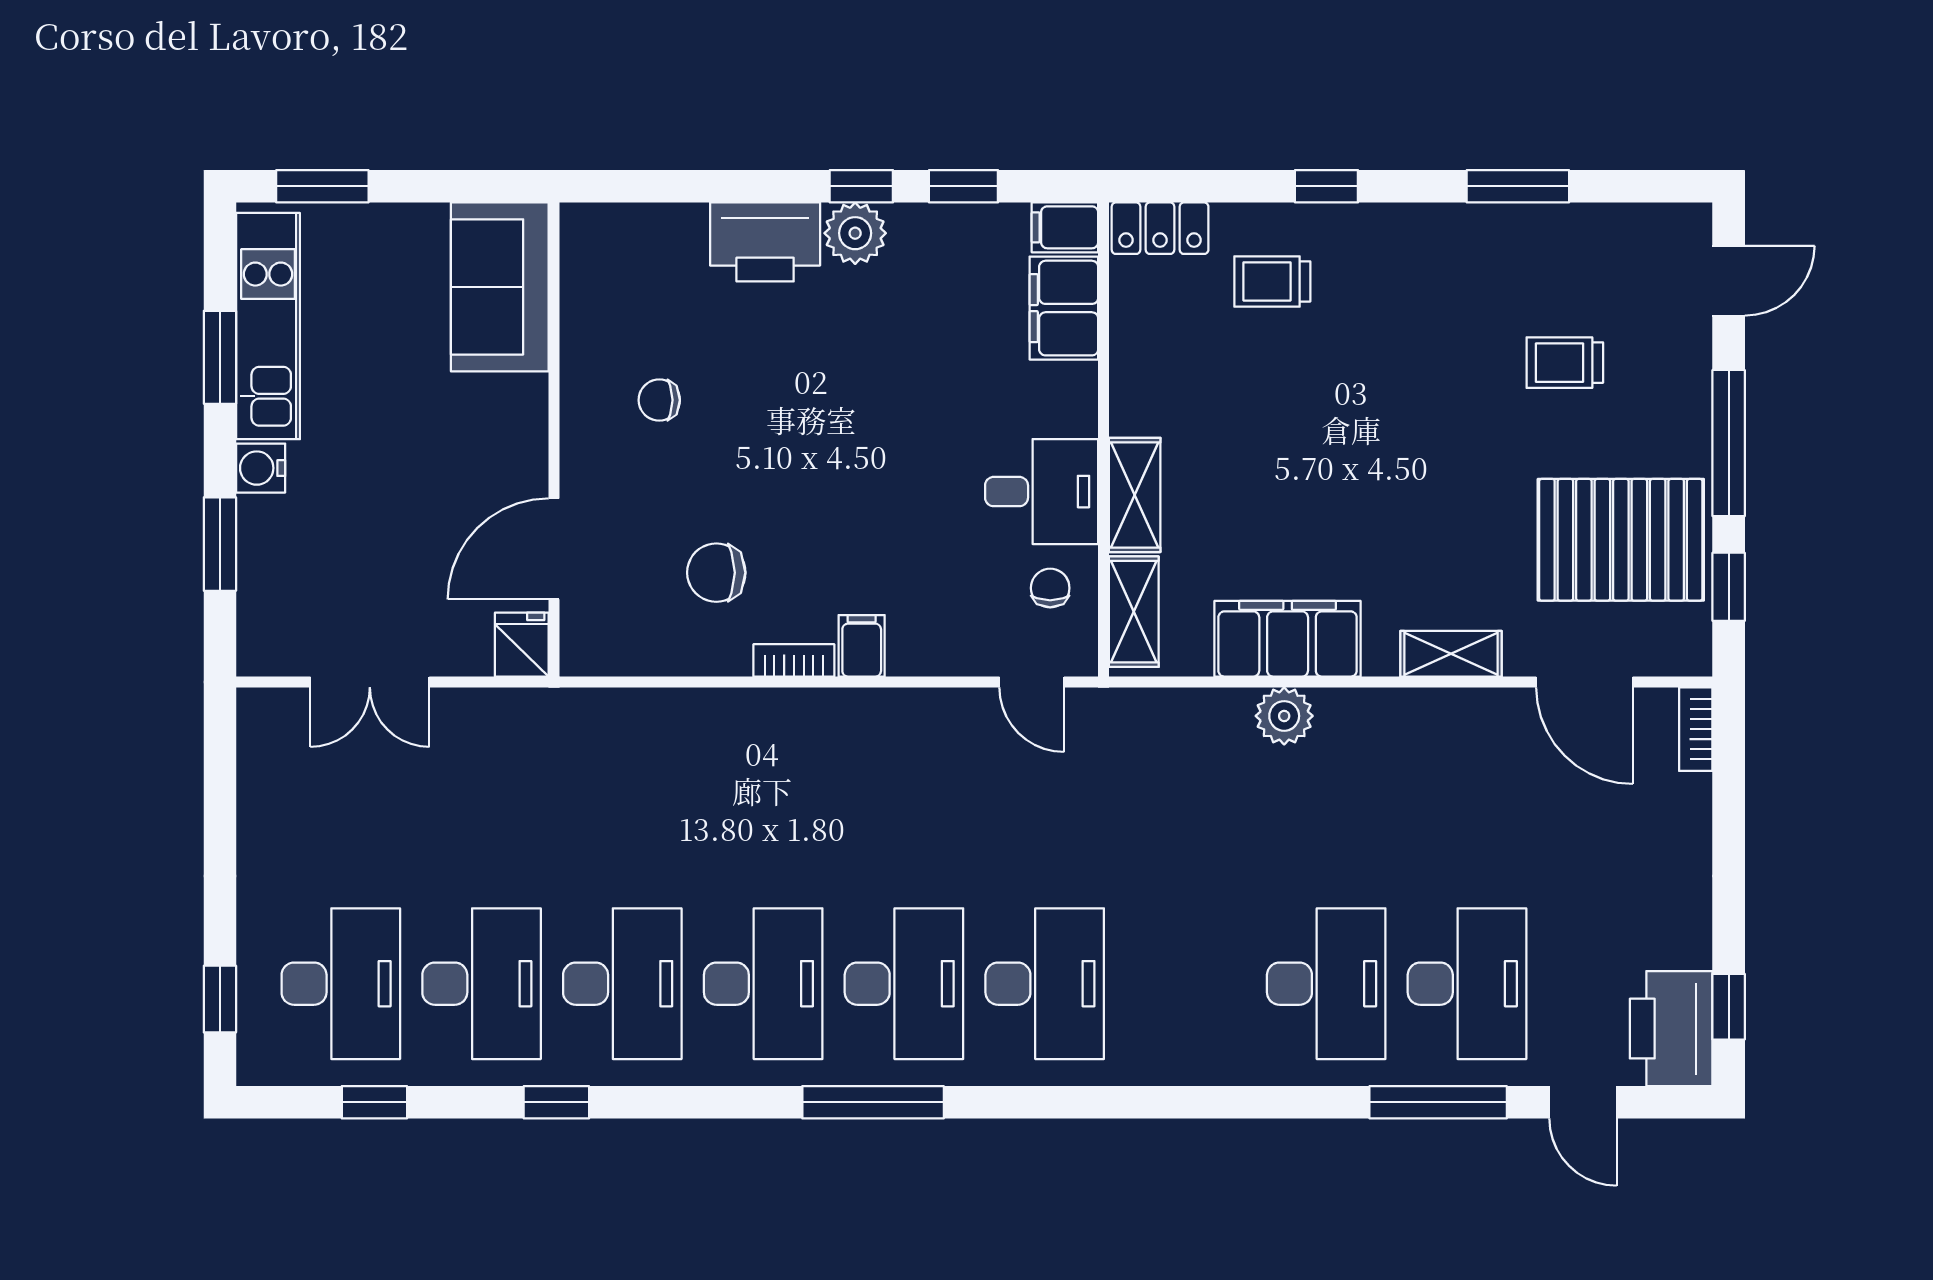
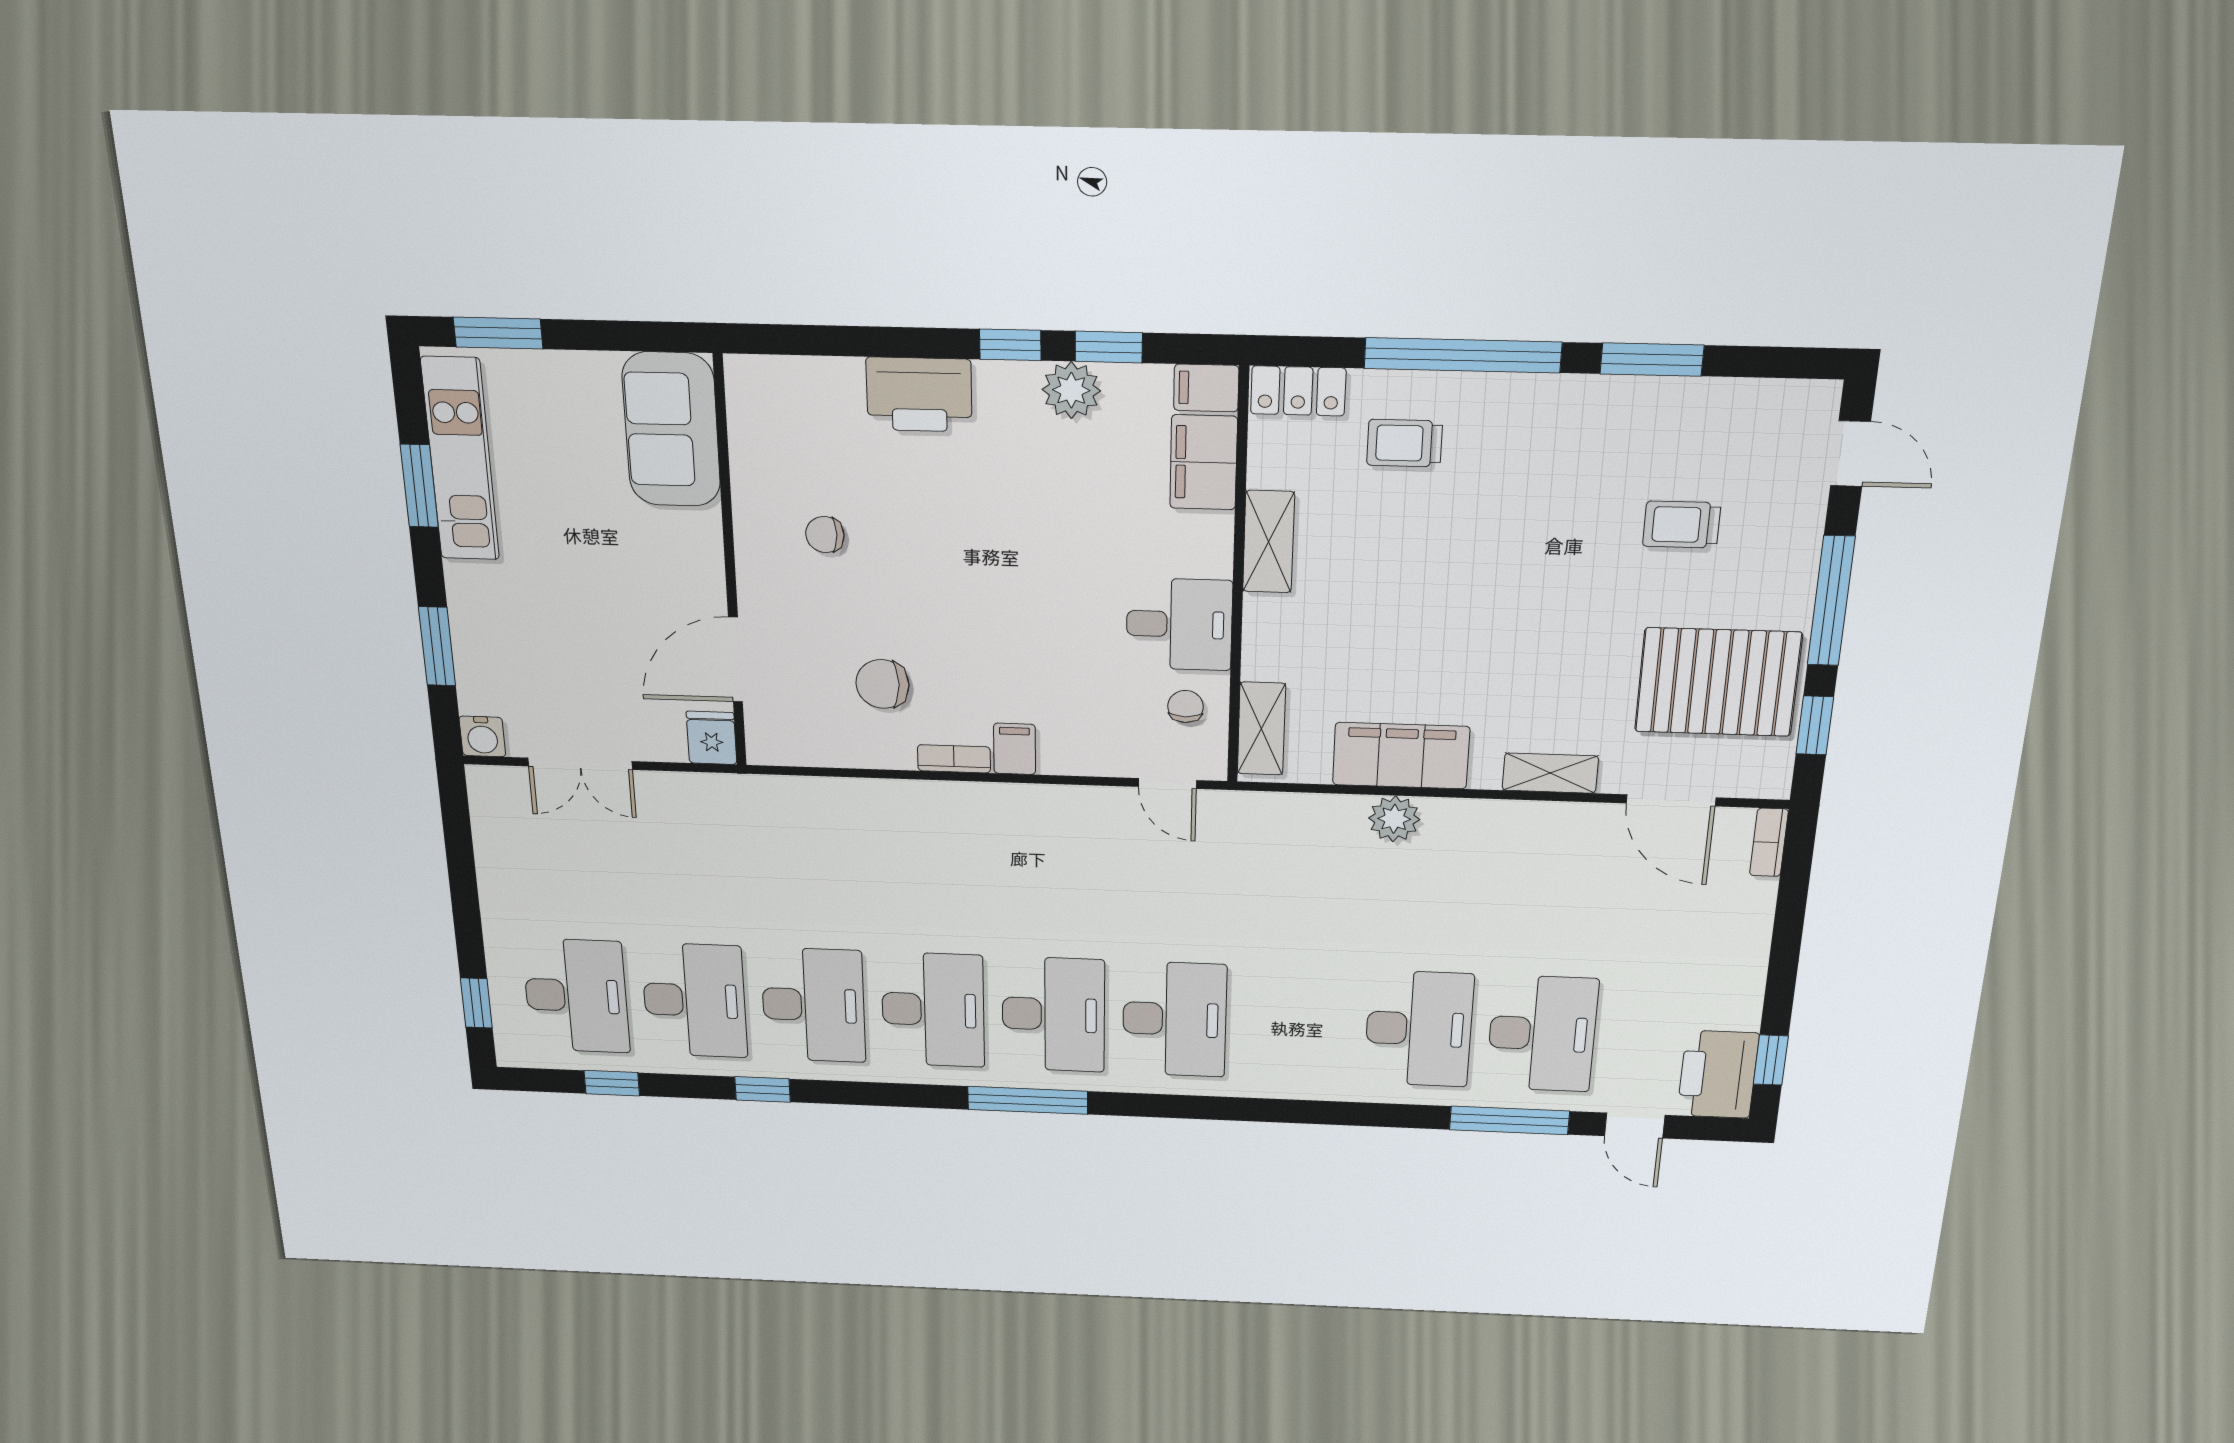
window: (1326, 186) -> (1463, 355), width x3.17
plant: (855, 233) -> (1071, 390), moved
door: (1729, 281) -> (1851, 454), hinge flipped
water cooler: (261, 468) -> (482, 736), moved, turned -90
shelving: (1135, 495) -> (1269, 542), moved

